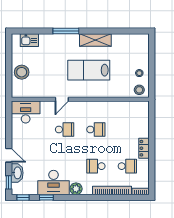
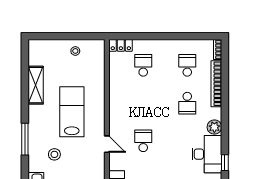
shelving: (95, 40) -> (36, 85), moved
lab bench: (89, 70) -> (72, 112), turned 180
stool: (139, 90) -> (54, 154), moved
school desk: (96, 130) -> (143, 65), moved
locker: (144, 148) -> (121, 45), moved

